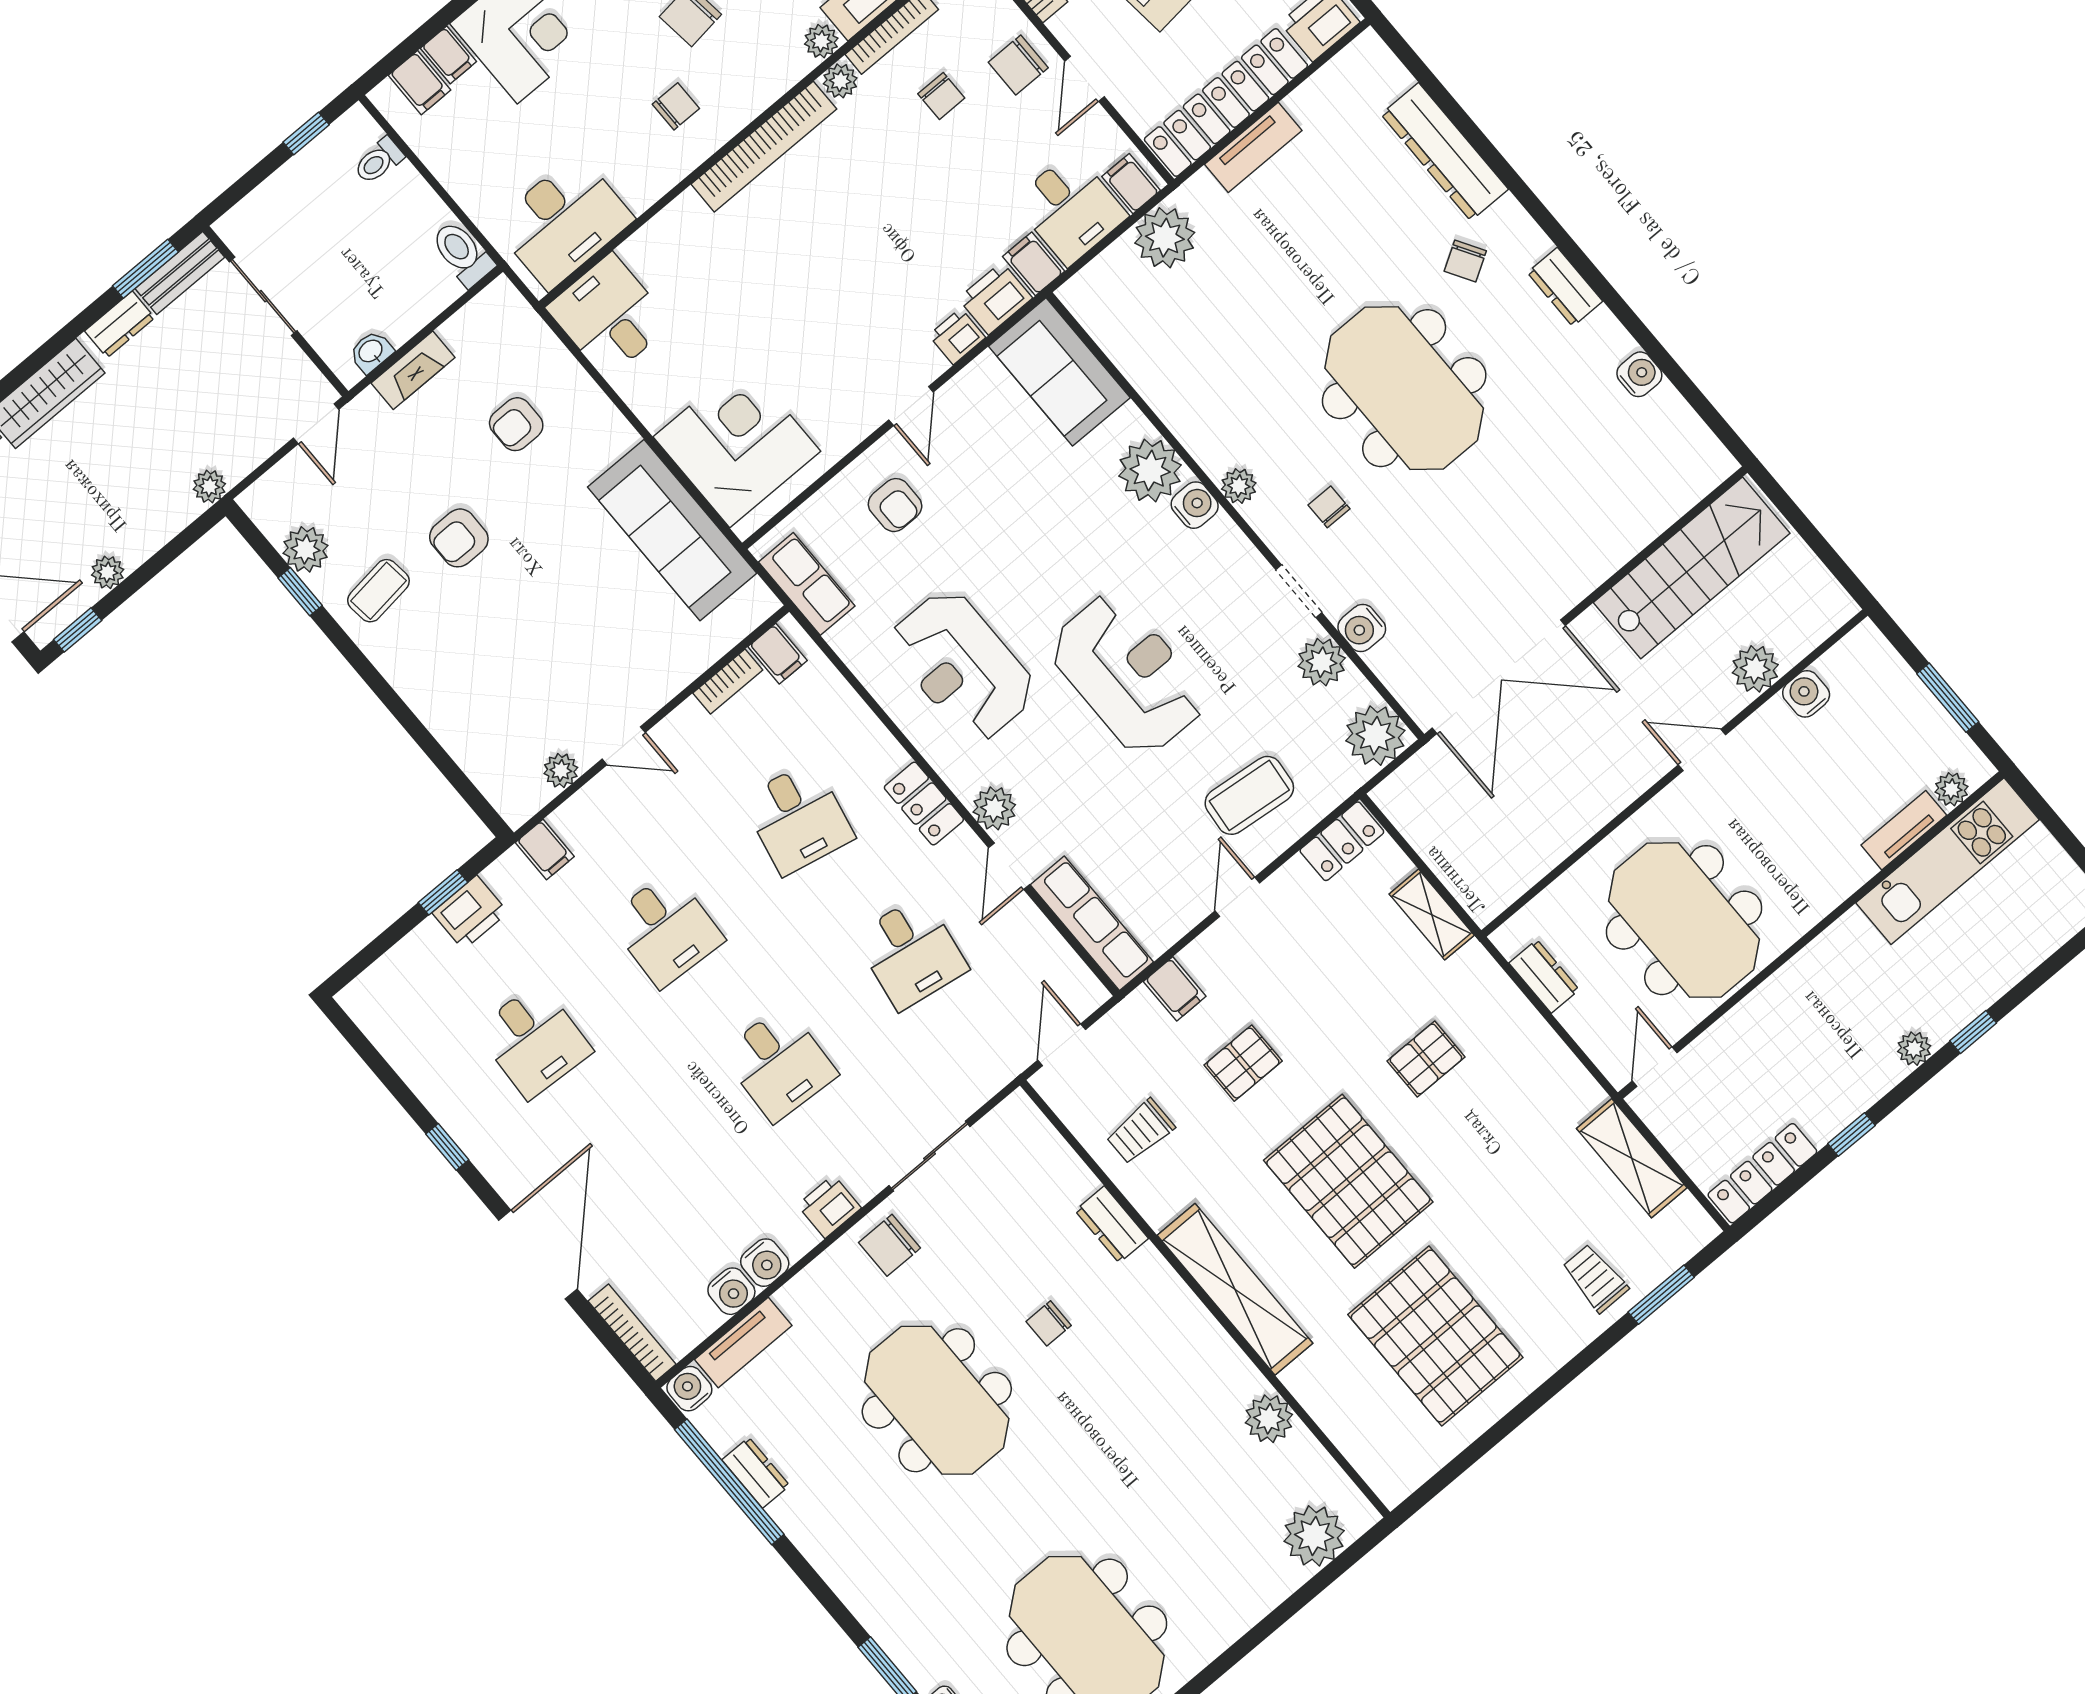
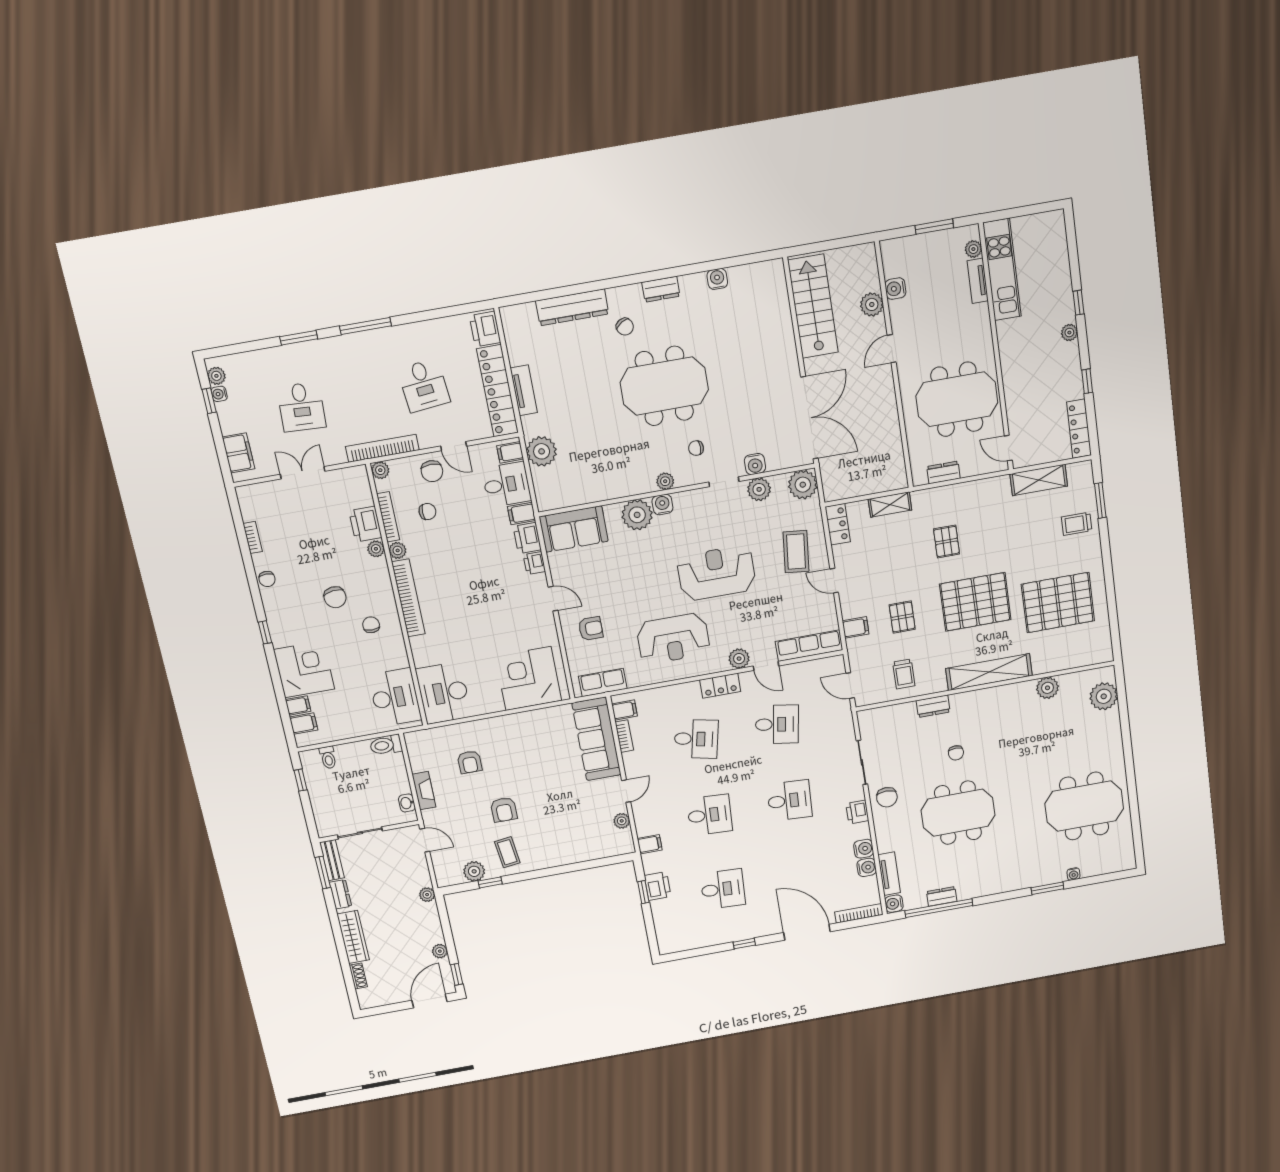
desk: (609, 316) -> (444, 693), width x1.37
sofa: (672, 530) -> (596, 739), moved, turned 90

